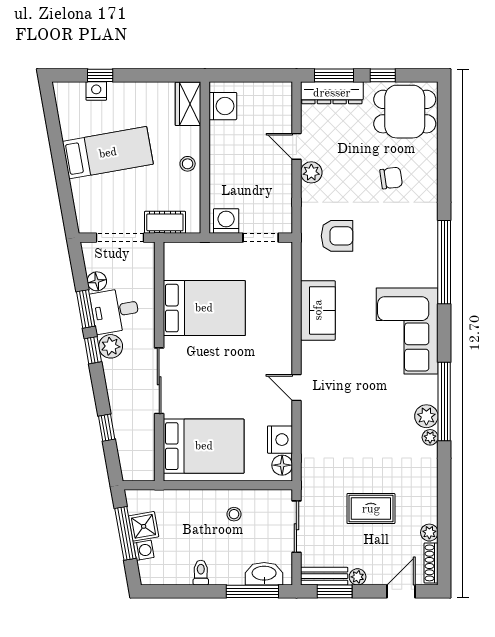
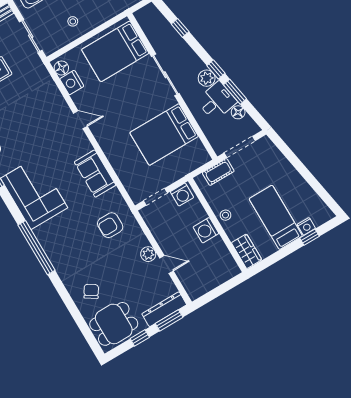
washing machine: (223, 106) -> (206, 230), moved
bed: (108, 153) -> (276, 217), moved, turned 100
chair: (391, 178) -> (91, 291), moved, turned 130

